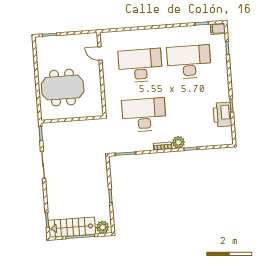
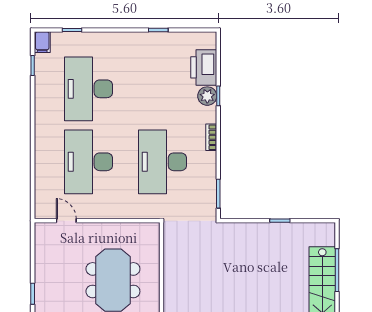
door: (100, 53) -> (66, 221), swing flipped
printer: (222, 115) -> (204, 67), moved, turned 90
plant: (178, 142) -> (207, 96), moved
plant: (103, 227) -> (326, 236), removed

